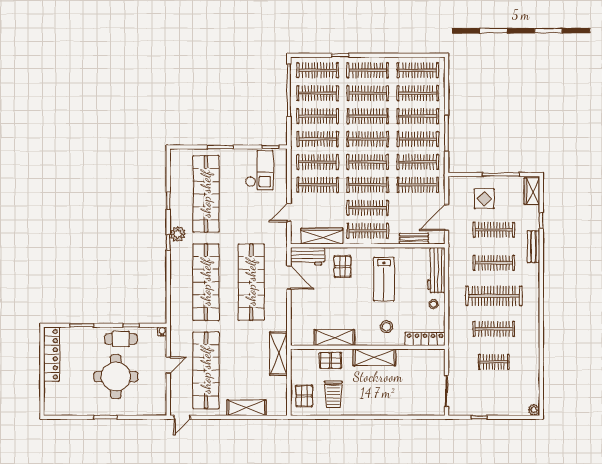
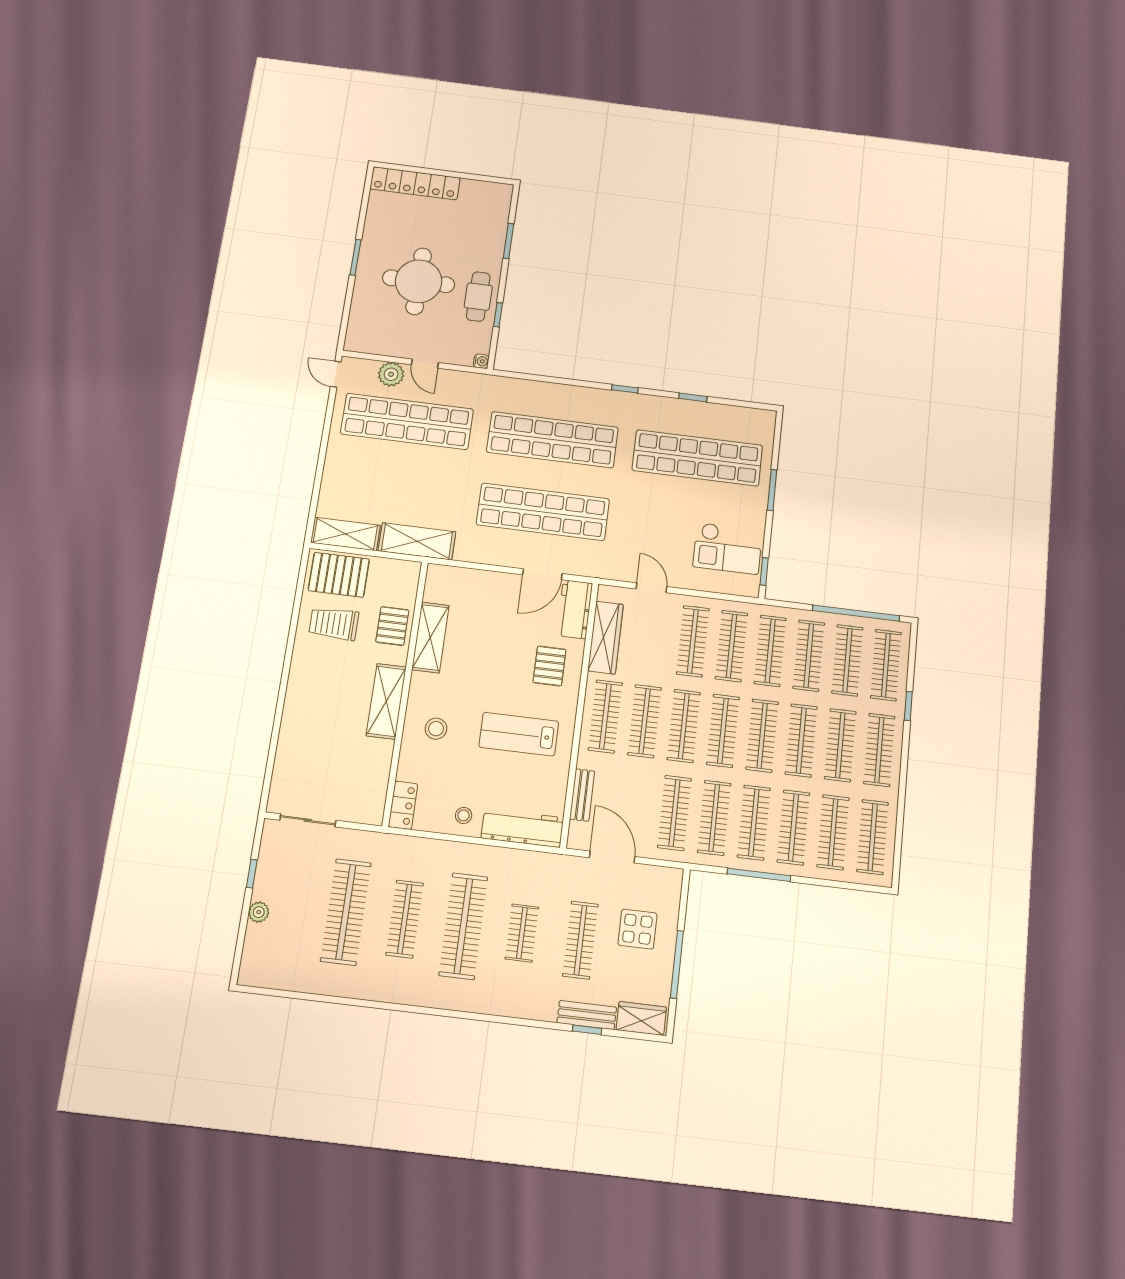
plant: (178, 234) -> (391, 374), moved
bench: (533, 247) -> (587, 1015), moved
clothes rail: (494, 263) -> (522, 933), width x0.73
pallet: (342, 267) -> (549, 666), turned 90
locker: (425, 339) -> (403, 805), width x0.66
locker: (51, 354) -> (415, 183), moved
clothes rail: (494, 362) -> (346, 912), width x1.86, depth x1.31
pallet: (304, 396) -> (339, 575), width x1.50, depth x1.42
shelving: (247, 408) -> (345, 534), moved, turned 90
plant: (534, 410) -> (259, 912), moved

